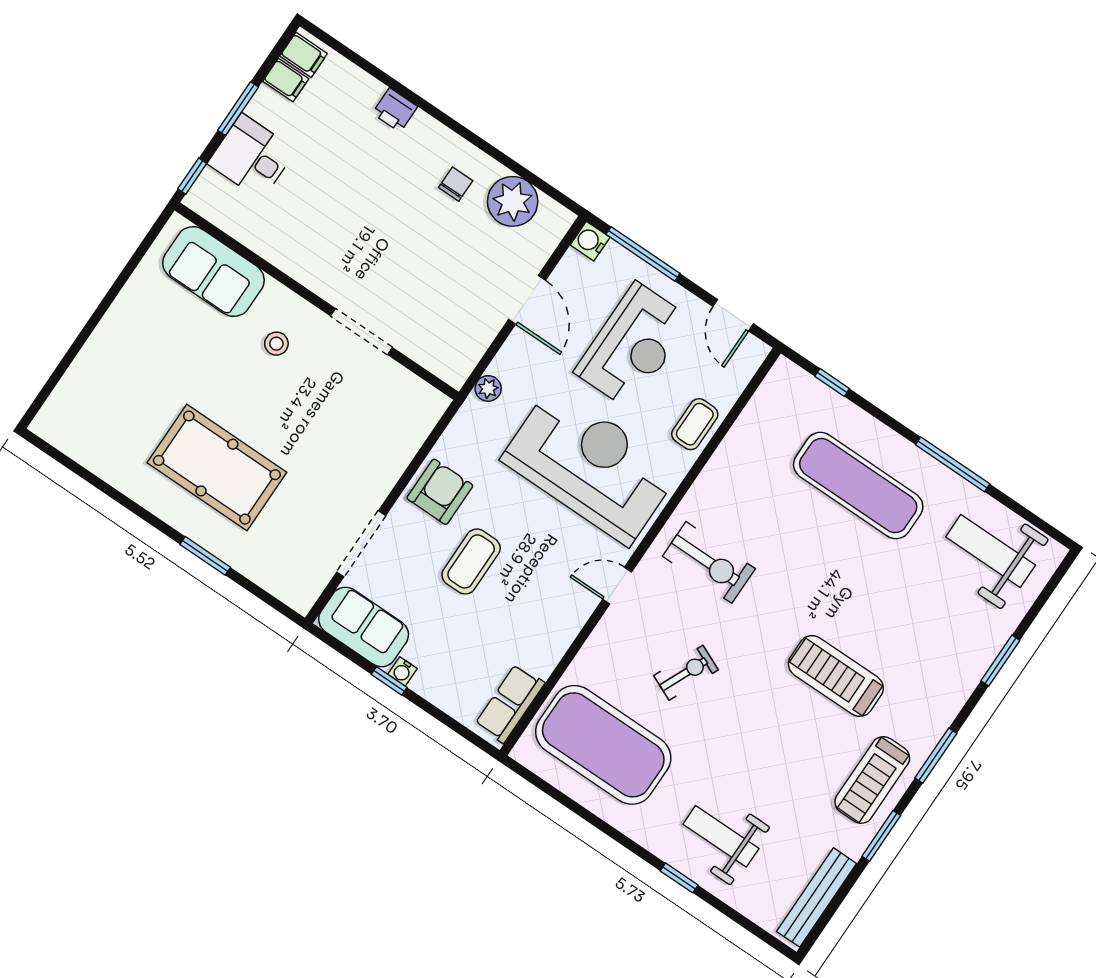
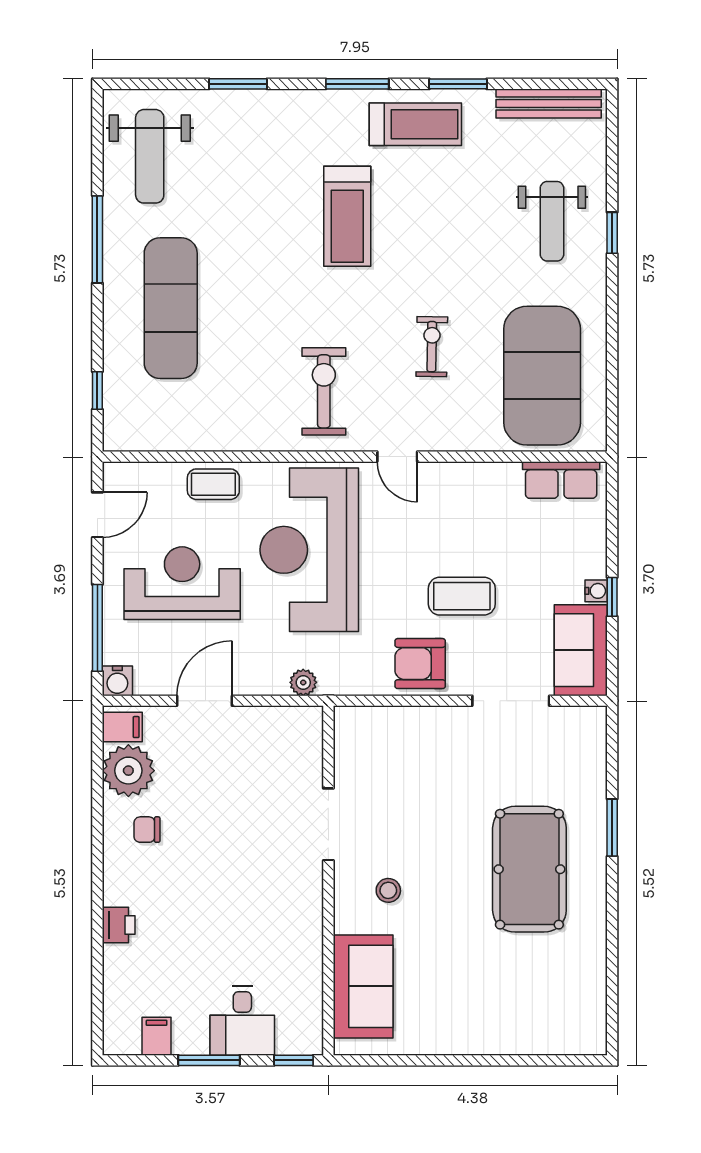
filing cabinet: (304, 55) -> (122, 727), moved, turned 90
exercise bike: (686, 673) -> (432, 347), turned 67

